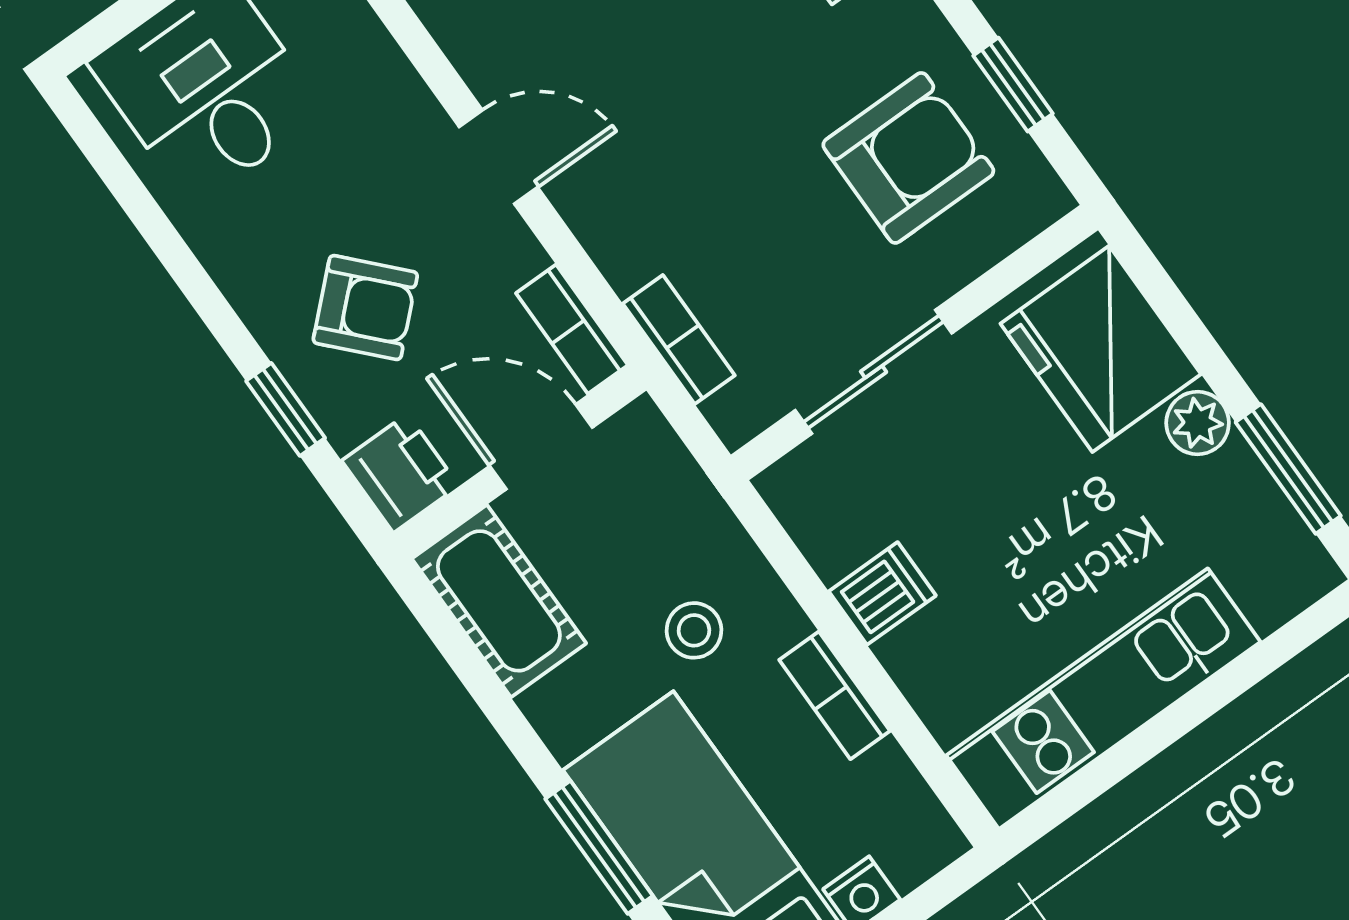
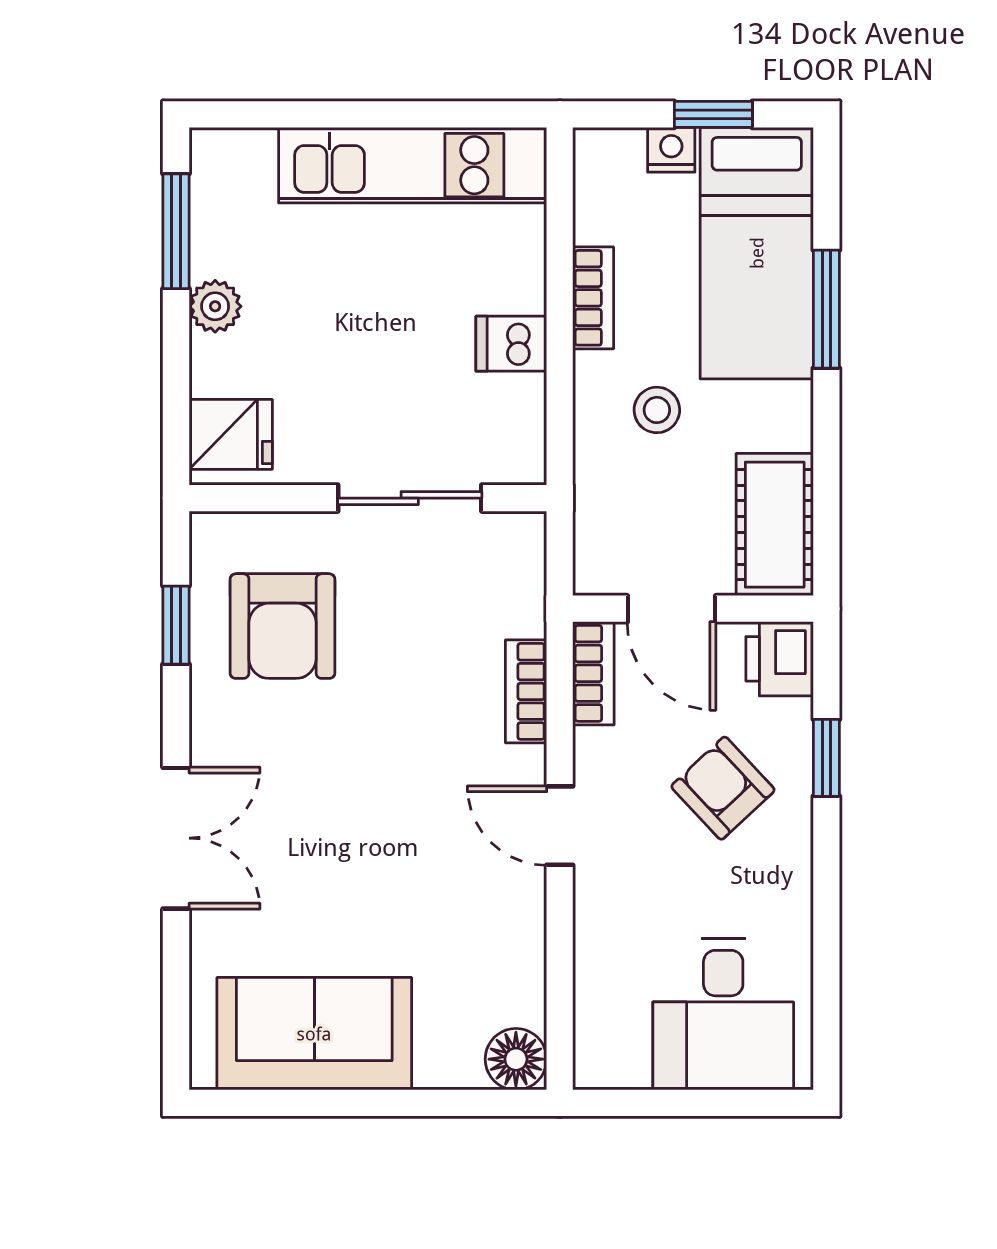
armchair: (908, 158) -> (282, 626), turned -90
bookcase: (679, 339) -> (526, 691), moved
fridge: (1101, 349) -> (231, 434), width x0.53, depth x0.75

